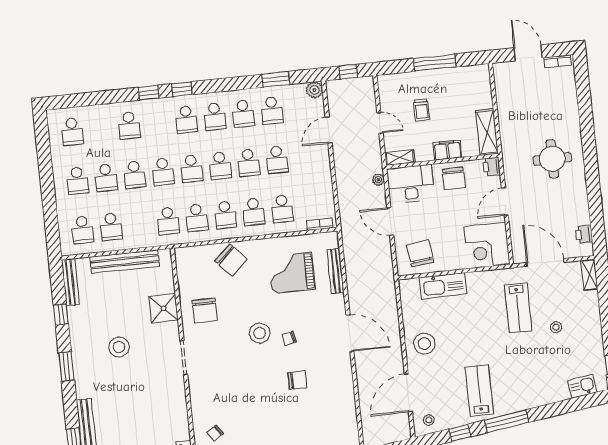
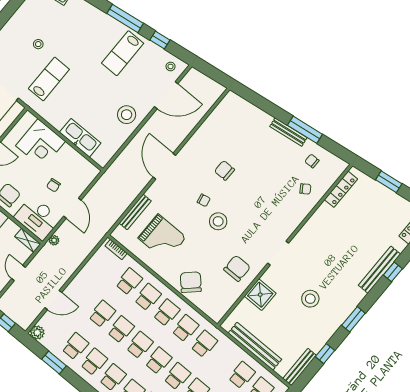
corner desk: (487, 245) -> (41, 143), moved, turned 90
chair: (420, 254) -> (54, 185), moved, width x0.54, depth x0.54

